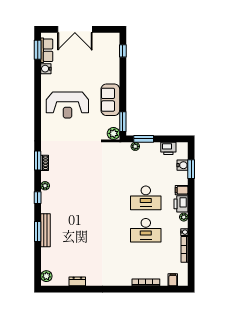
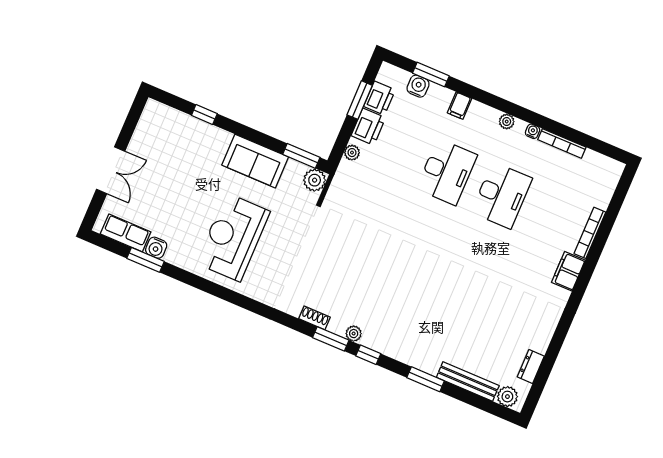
double door: (75, 29) -> (111, 170), width x0.73
window: (38, 50) -> (146, 260), moved
window: (123, 51) -> (204, 114), moved
reception desk: (67, 105) -> (233, 237), turned 180
window: (144, 139) -> (360, 100), moved
window: (38, 160) -> (331, 339), moved
printer: (181, 204) -> (368, 127), moved, turned -90
bench: (45, 230) -> (468, 381), moved
filing cabinet: (173, 280) -> (568, 271), moved, width x2.00
dresser: (77, 281) -> (531, 367), moved

